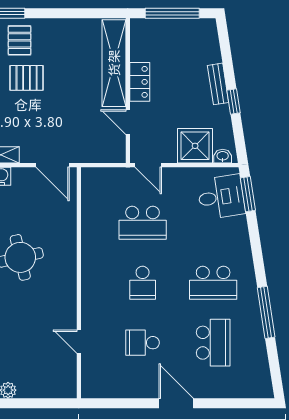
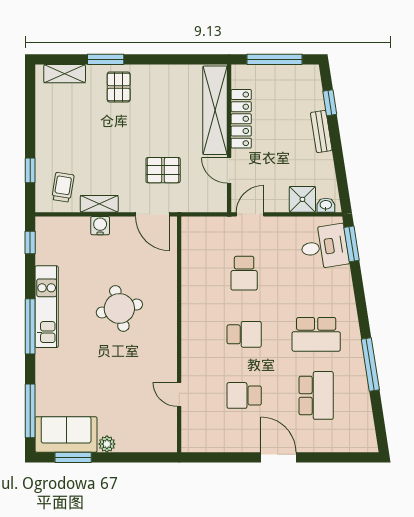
pallet: (27, 78) -> (163, 170), moved
locker: (140, 82) -> (241, 119), width x1.53
window: (234, 101) -> (330, 103), moved
shower: (195, 146) -> (302, 199), width x0.73, depth x0.73
door: (148, 165) -> (250, 214), swing flipped
school desk: (143, 223) -> (244, 273), width x0.54
school desk: (143, 283) -> (244, 334), turned -90

